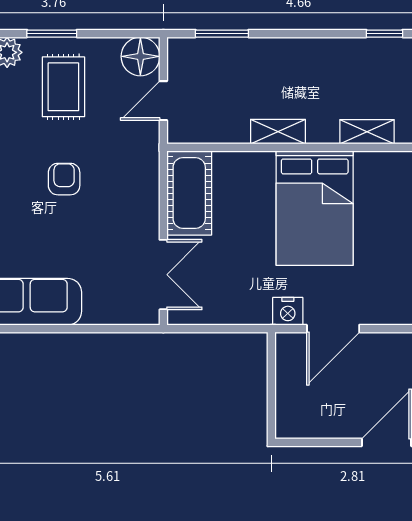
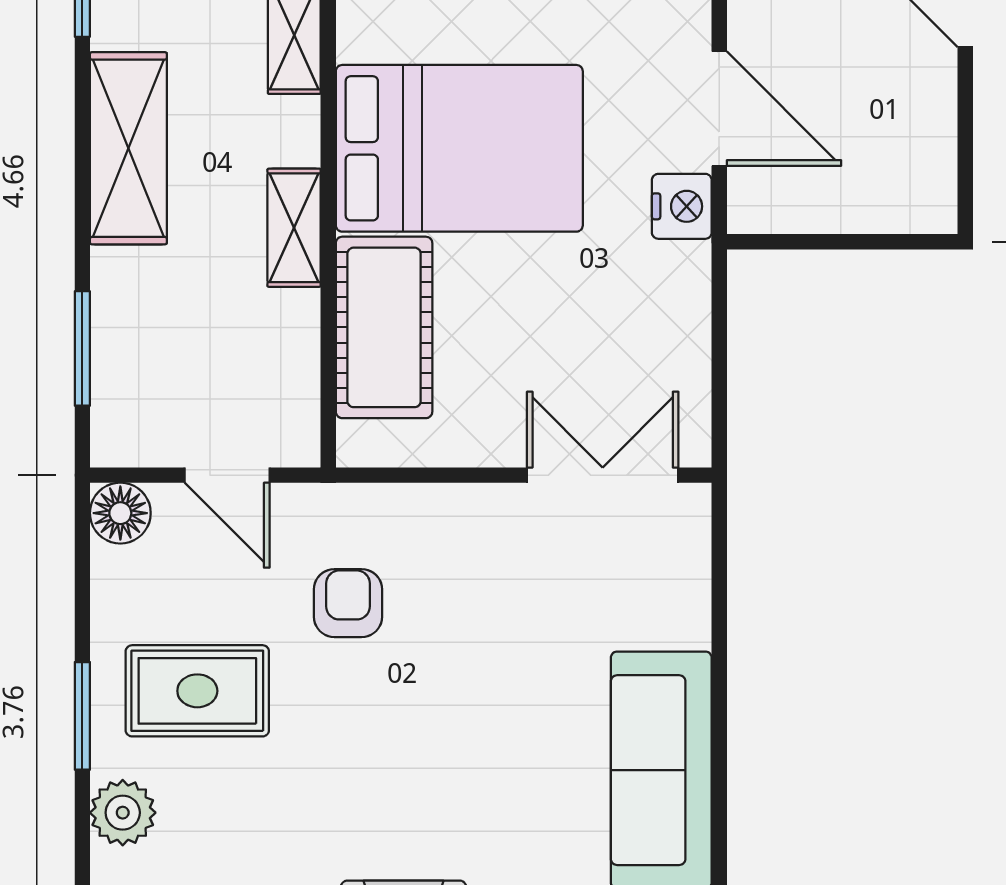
shelving: (315, 55) -> (128, 148), added
floor lamp: (140, 56) -> (120, 513), width x0.73, depth x0.73
armchair: (64, 179) -> (348, 603), moved, turned 90
cot: (189, 193) -> (384, 327), moved, turned 90

